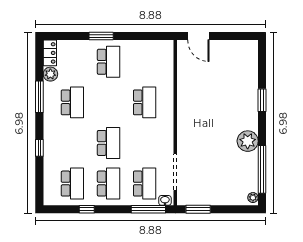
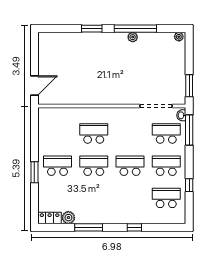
school desk: (72, 102) -> (94, 166), moved
plant: (248, 141) -> (133, 37), width x0.53, depth x0.53
window: (262, 169) -> (135, 29), moved

